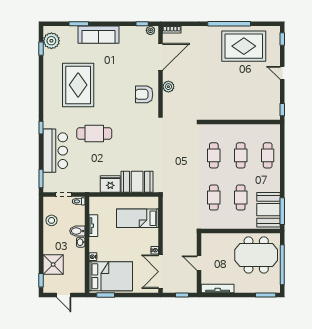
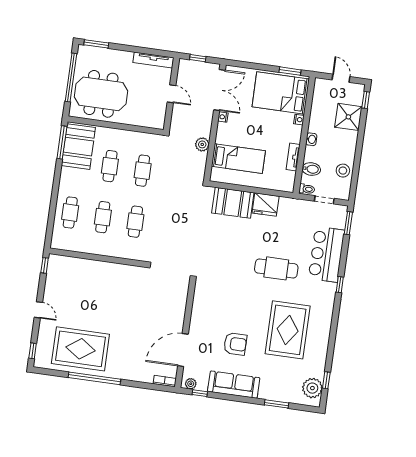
sofa: (98, 35) -> (234, 385), moved
plant: (168, 87) -> (202, 144), moved
armchair: (144, 94) -> (235, 344), moved
bidet: (77, 231) -> (311, 169), moved

